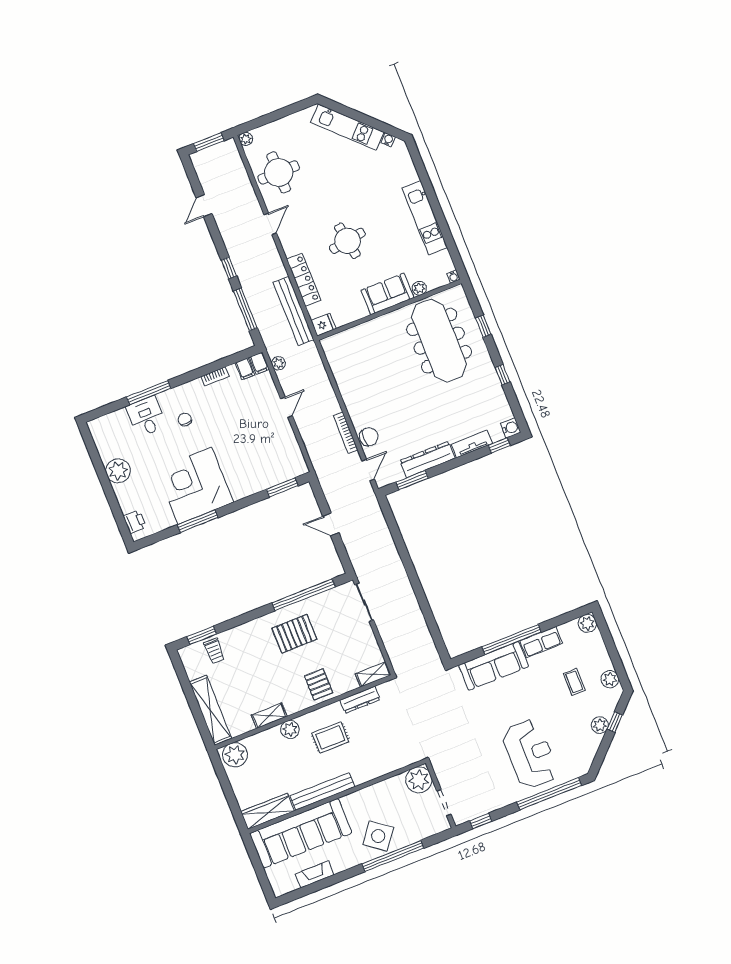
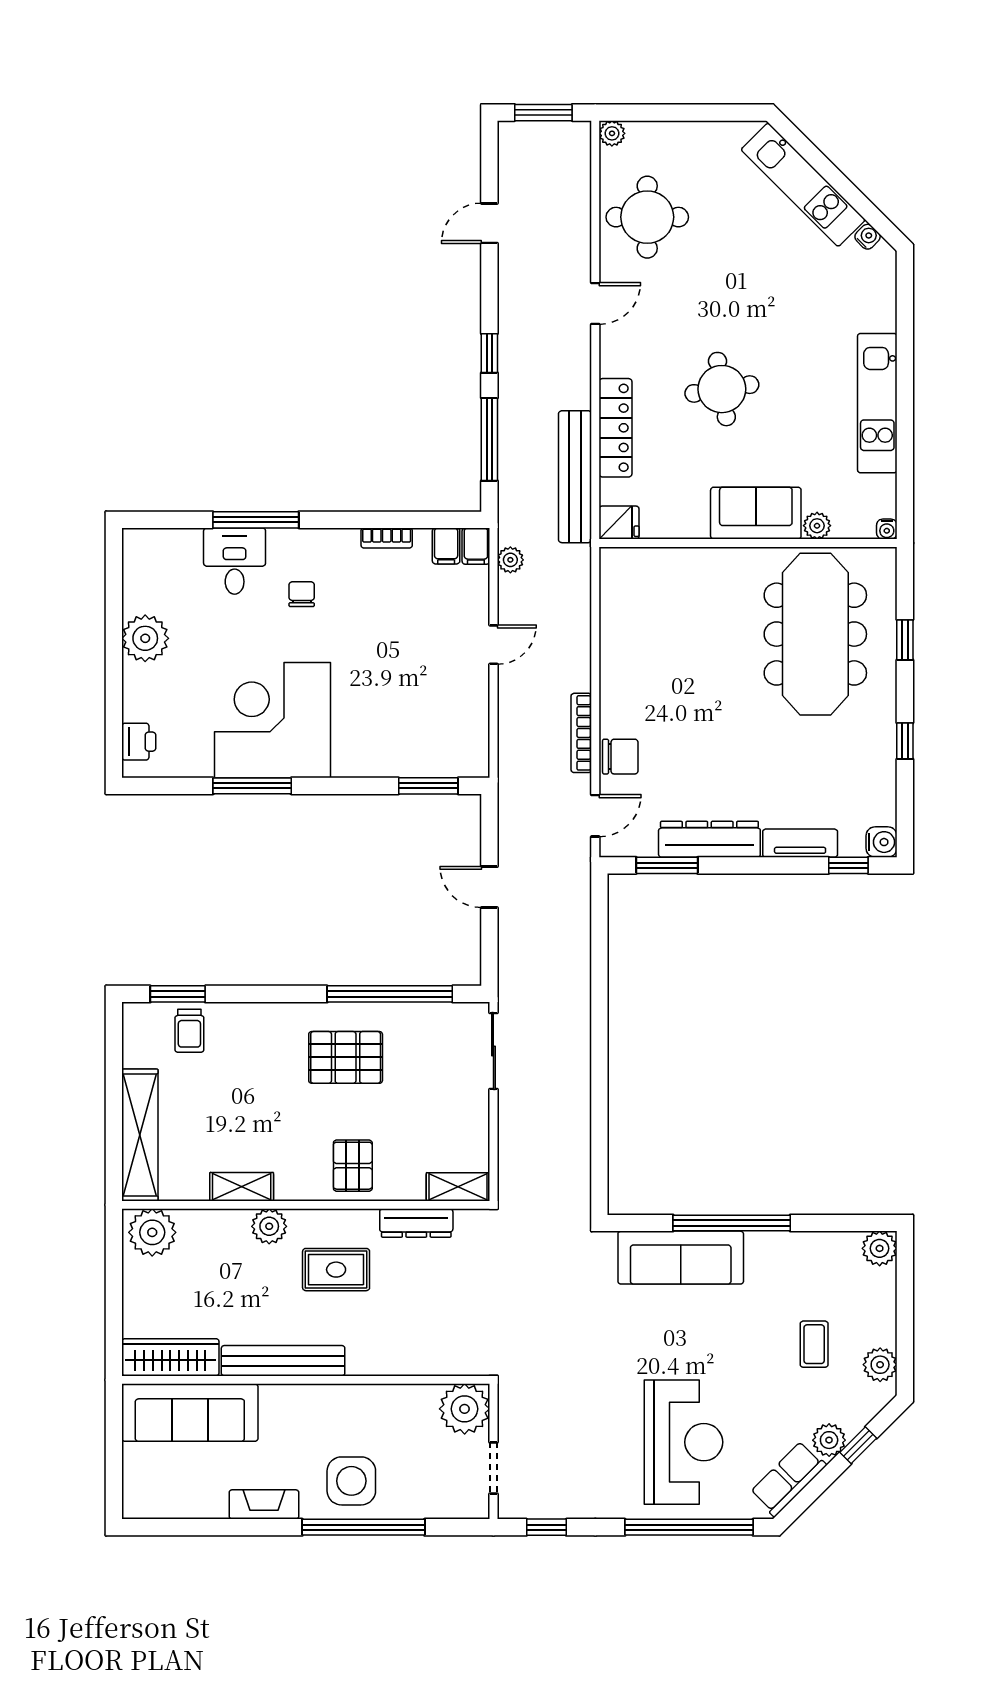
row of seats: (541, 642) -> (788, 1479), moved, turned 135
sofa: (301, 833) -> (190, 1413), width x0.74, depth x0.79
side table: (378, 836) -> (351, 1481), turned -37
fireplace: (315, 874) -> (264, 1504), moved

